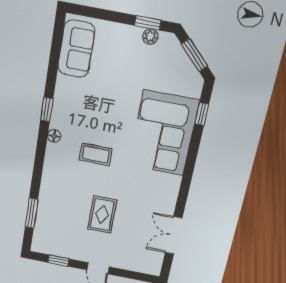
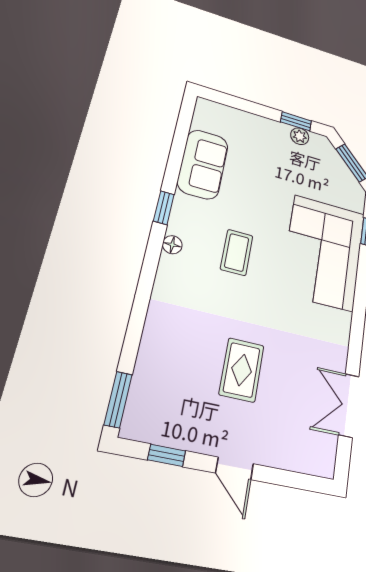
sofa: (76, 49) -> (203, 164), moved
coffee table: (96, 154) -> (237, 252), moved, turned 90
window: (31, 213) -> (118, 400), moved

